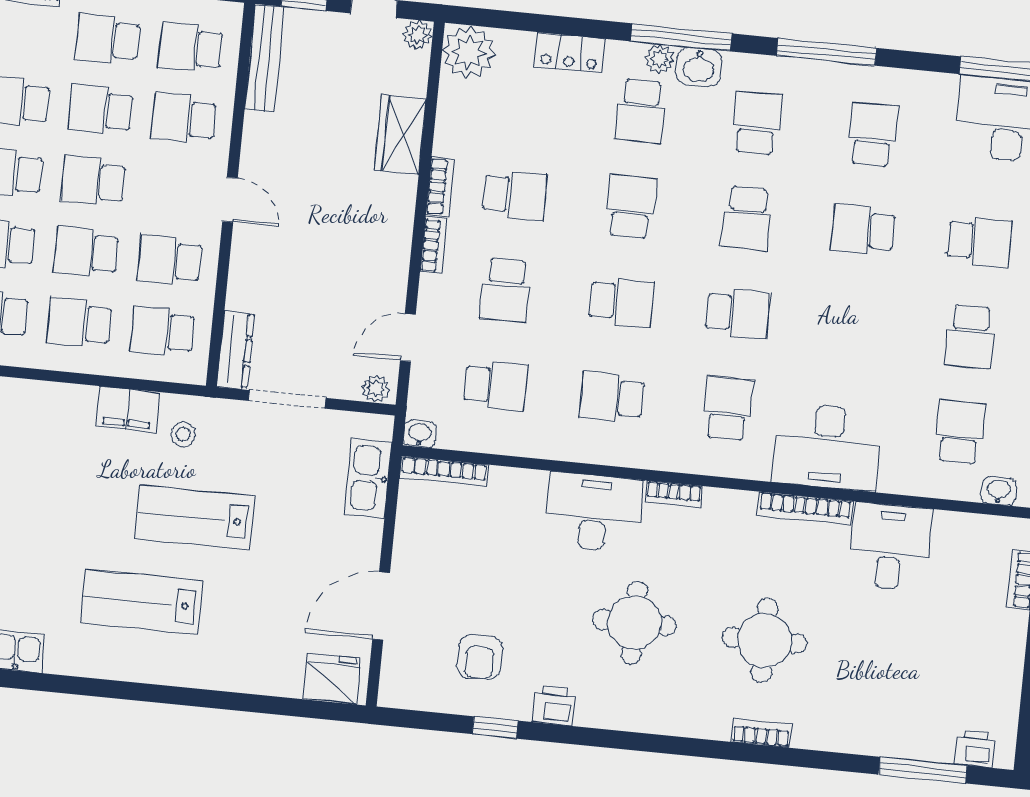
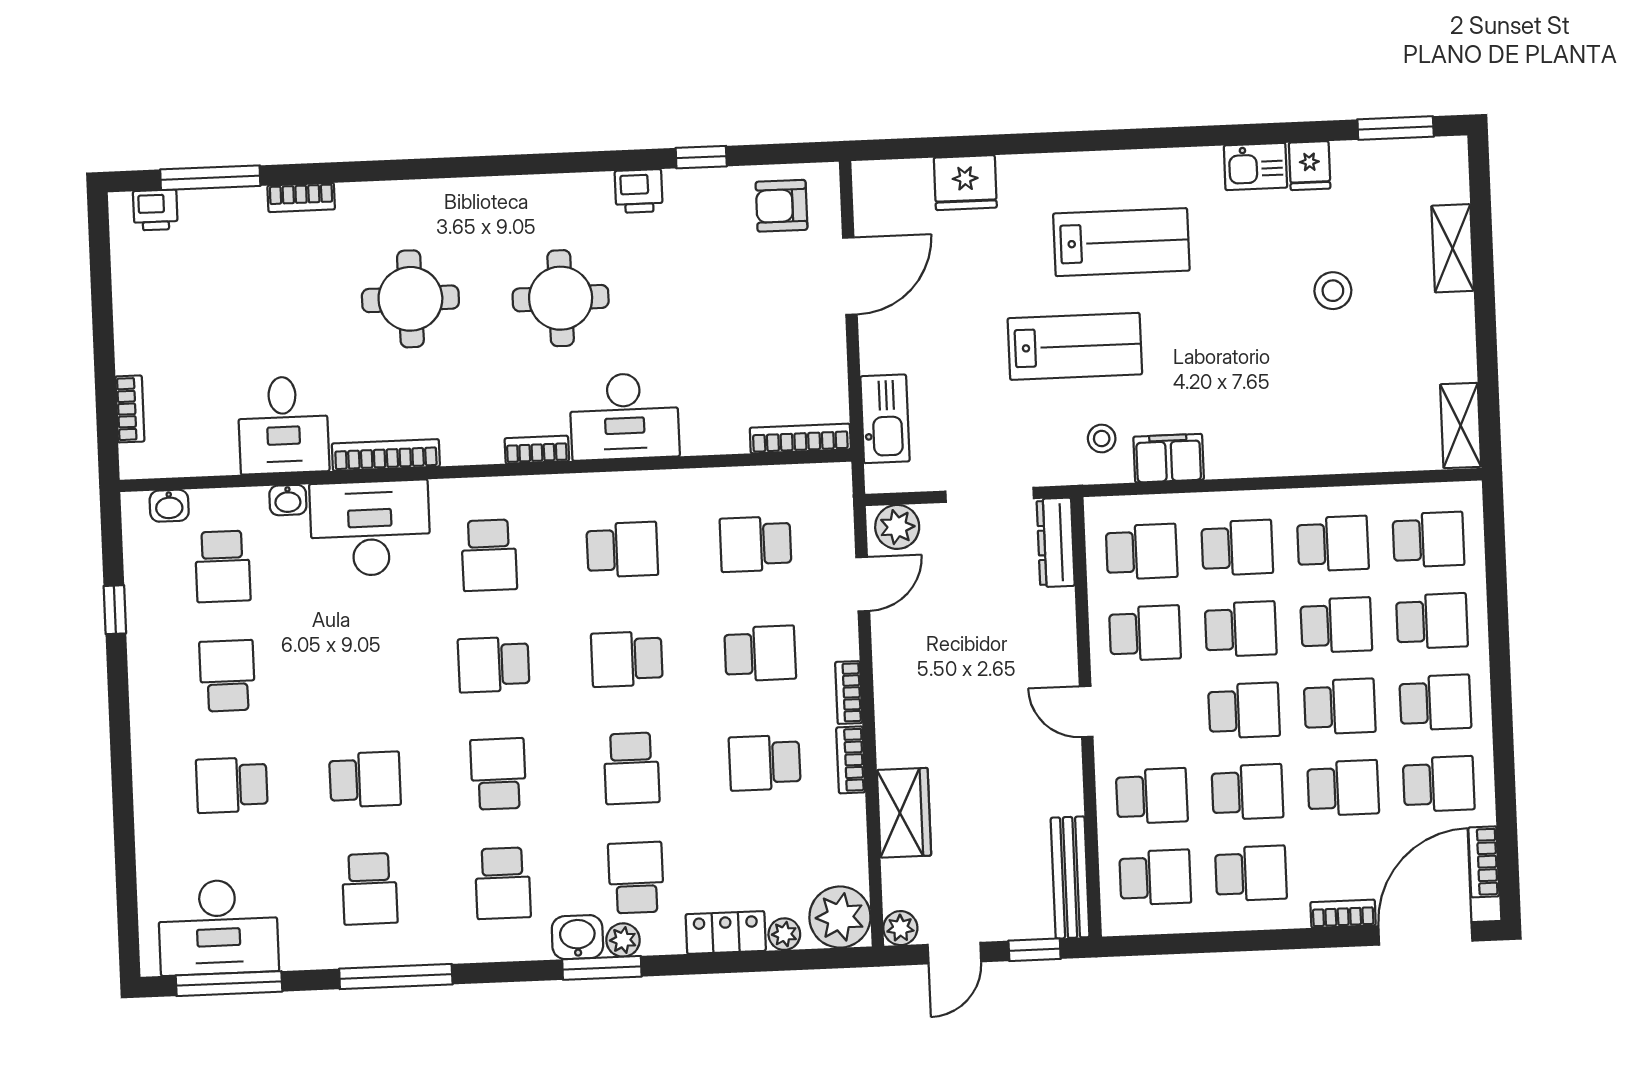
window: (681, 37) -> (602, 968), width x0.69
plant: (519, 44) -> (784, 934), added
window: (827, 52) -> (396, 977), moved
school desk: (505, 290) -> (760, 653), turned 90
plant: (376, 389) -> (897, 527), width x1.38, depth x1.38
washbasin: (420, 434) -> (288, 500), moved
armchair: (480, 657) -> (781, 206), moved, turned -90
fridge: (332, 679) -> (965, 183), moved
bookcase: (761, 733) -> (301, 197), moved

